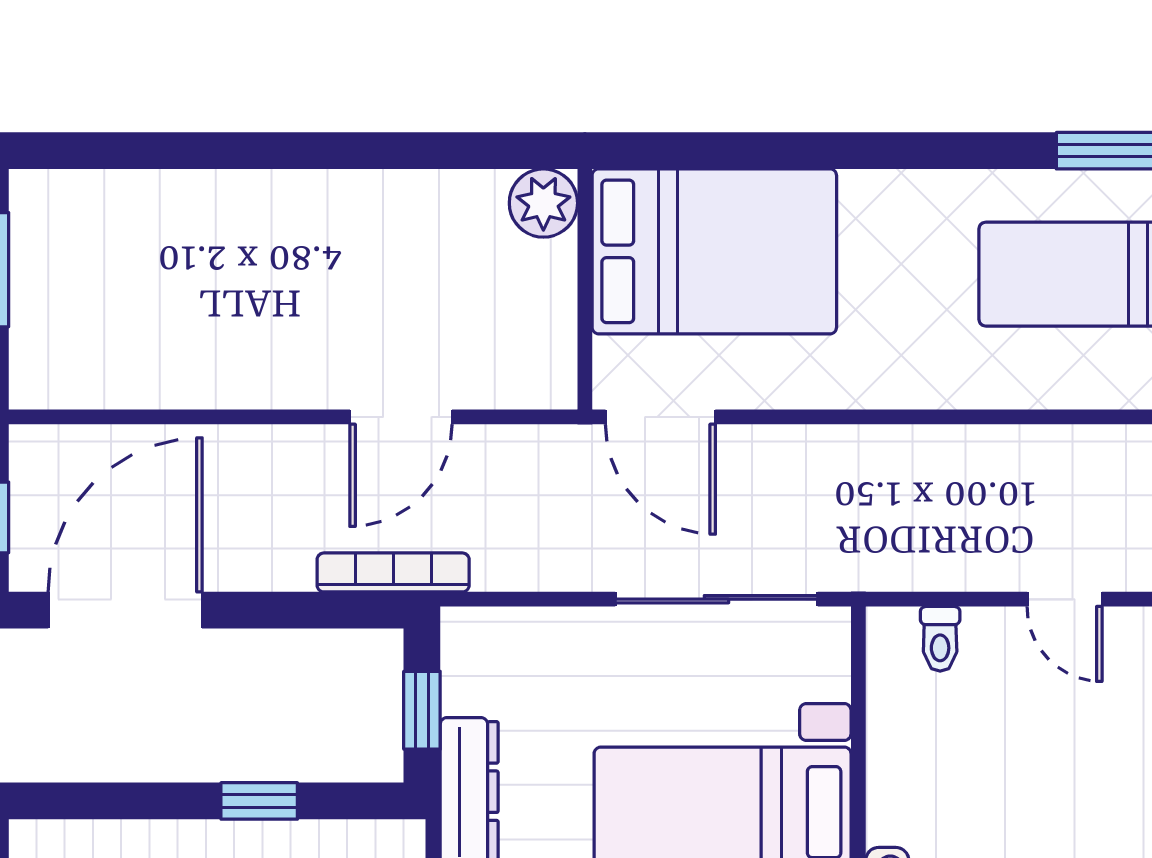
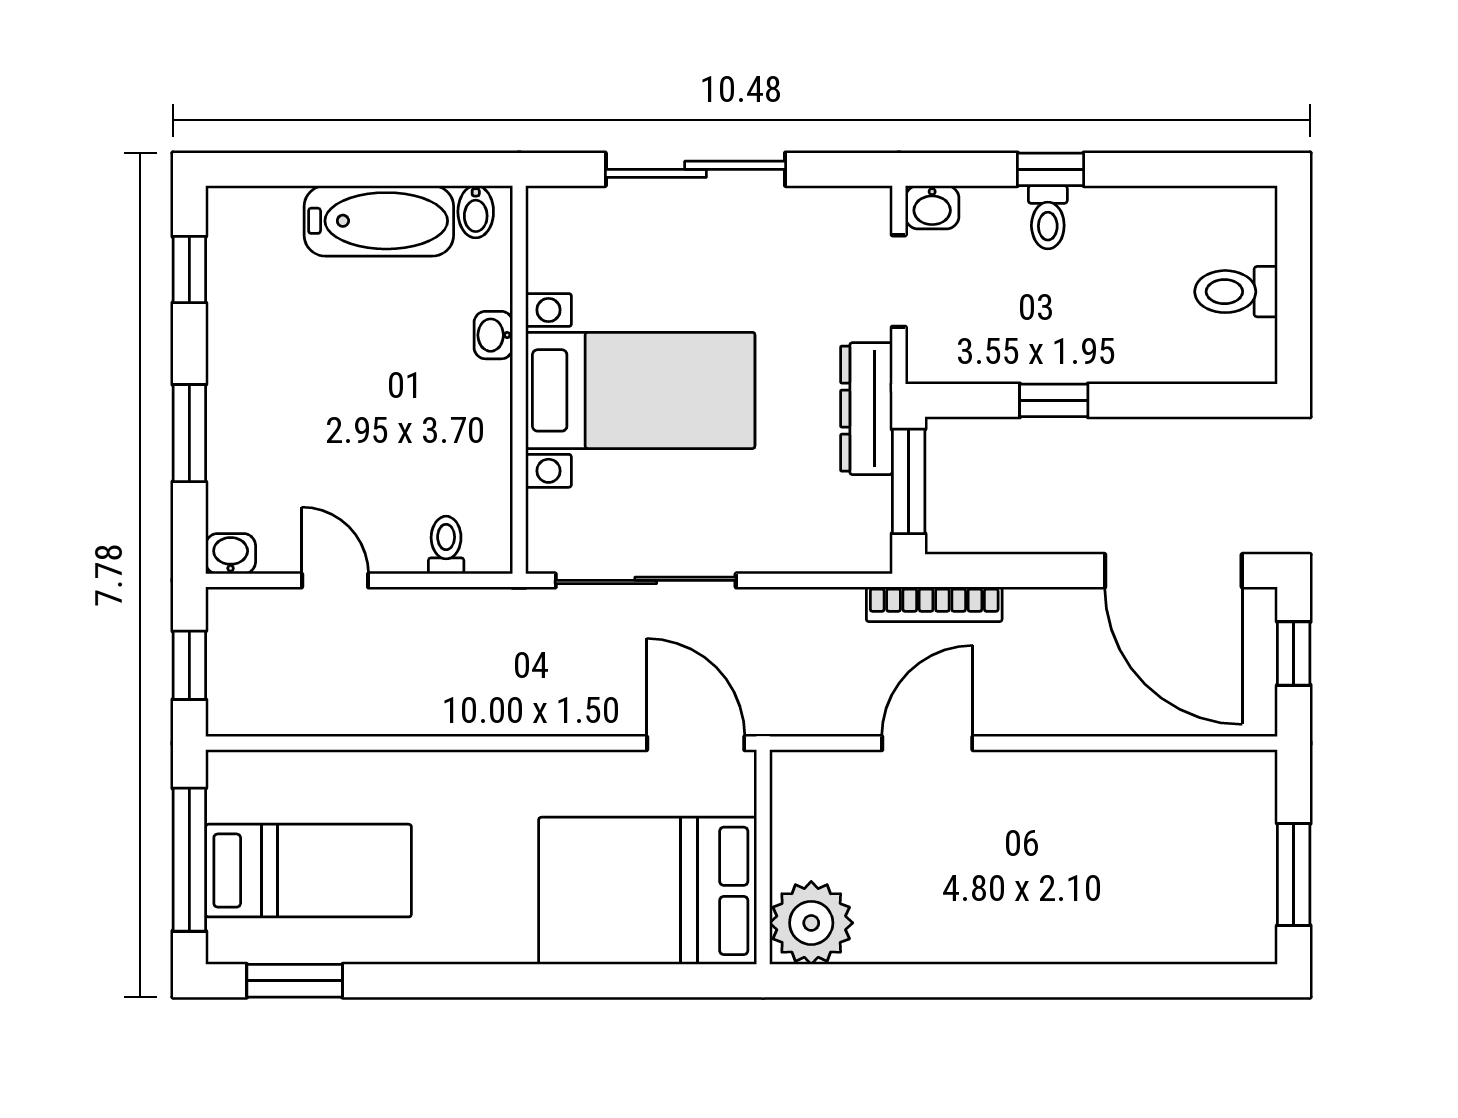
plant: (543, 203) -> (811, 923), width x1.36, depth x1.36
door: (125, 610) -> (1173, 571), hinge flipped
window: (422, 710) -> (909, 481), width x1.50

